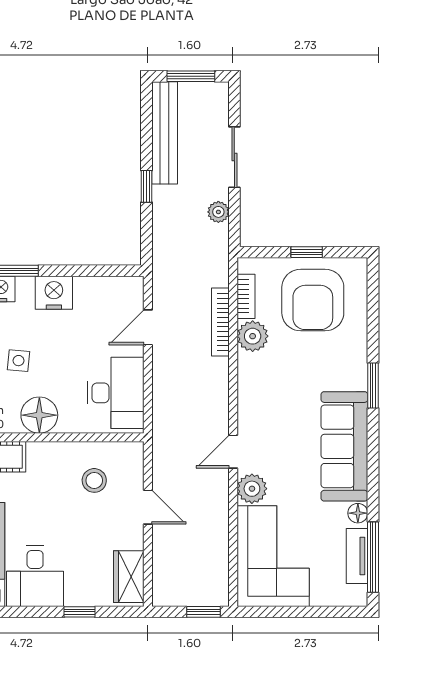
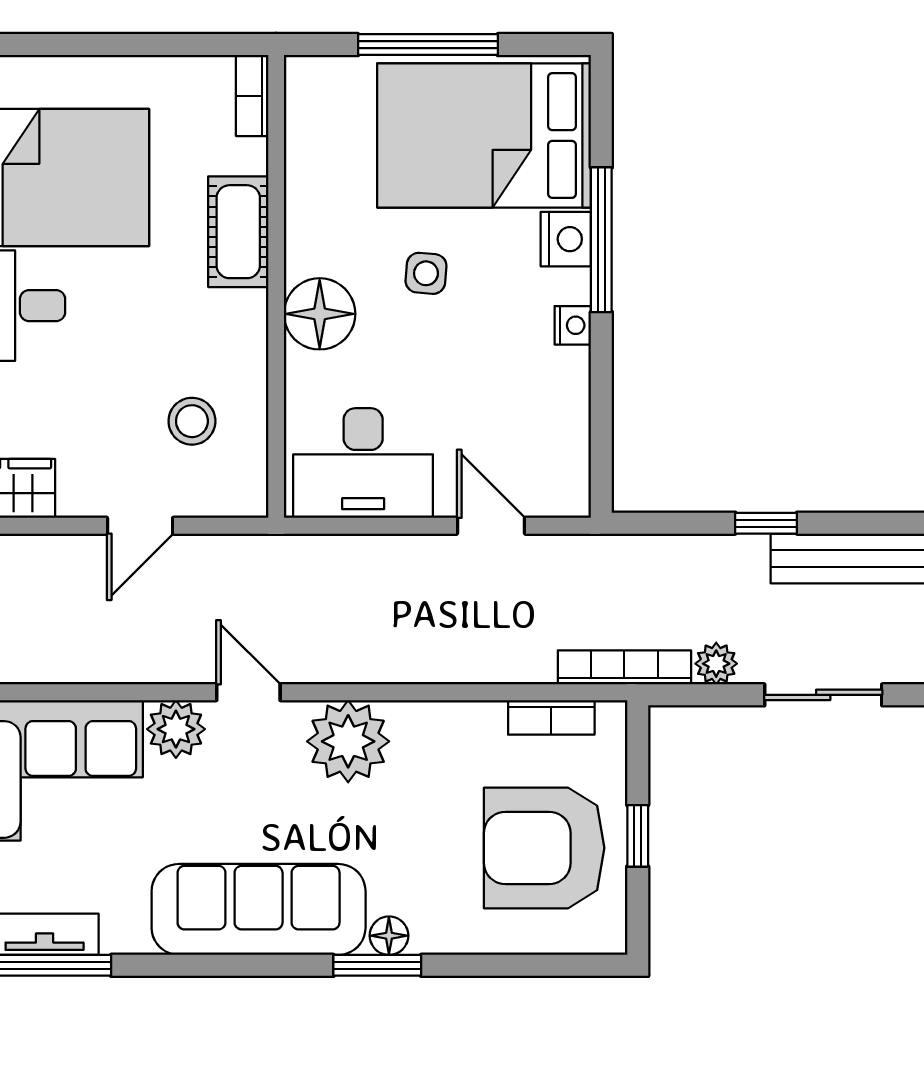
nightstand: (54, 293) -> (573, 325), width x0.53, depth x0.56
bookcase: (220, 322) -> (624, 667), moved
plant: (253, 336) -> (348, 741), moved, width x1.36, depth x1.36
floor lamp: (358, 513) -> (389, 936), moved

